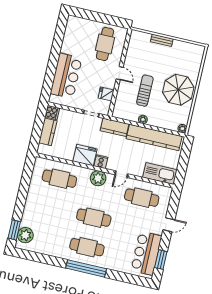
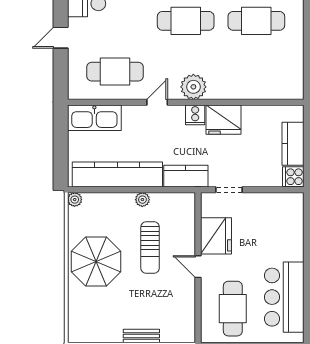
bar counter: (66, 76) -> (284, 297), moved
fridge: (106, 94) -> (216, 236), width x1.88, depth x1.34
cafe table: (59, 179) -> (256, 21), moved

